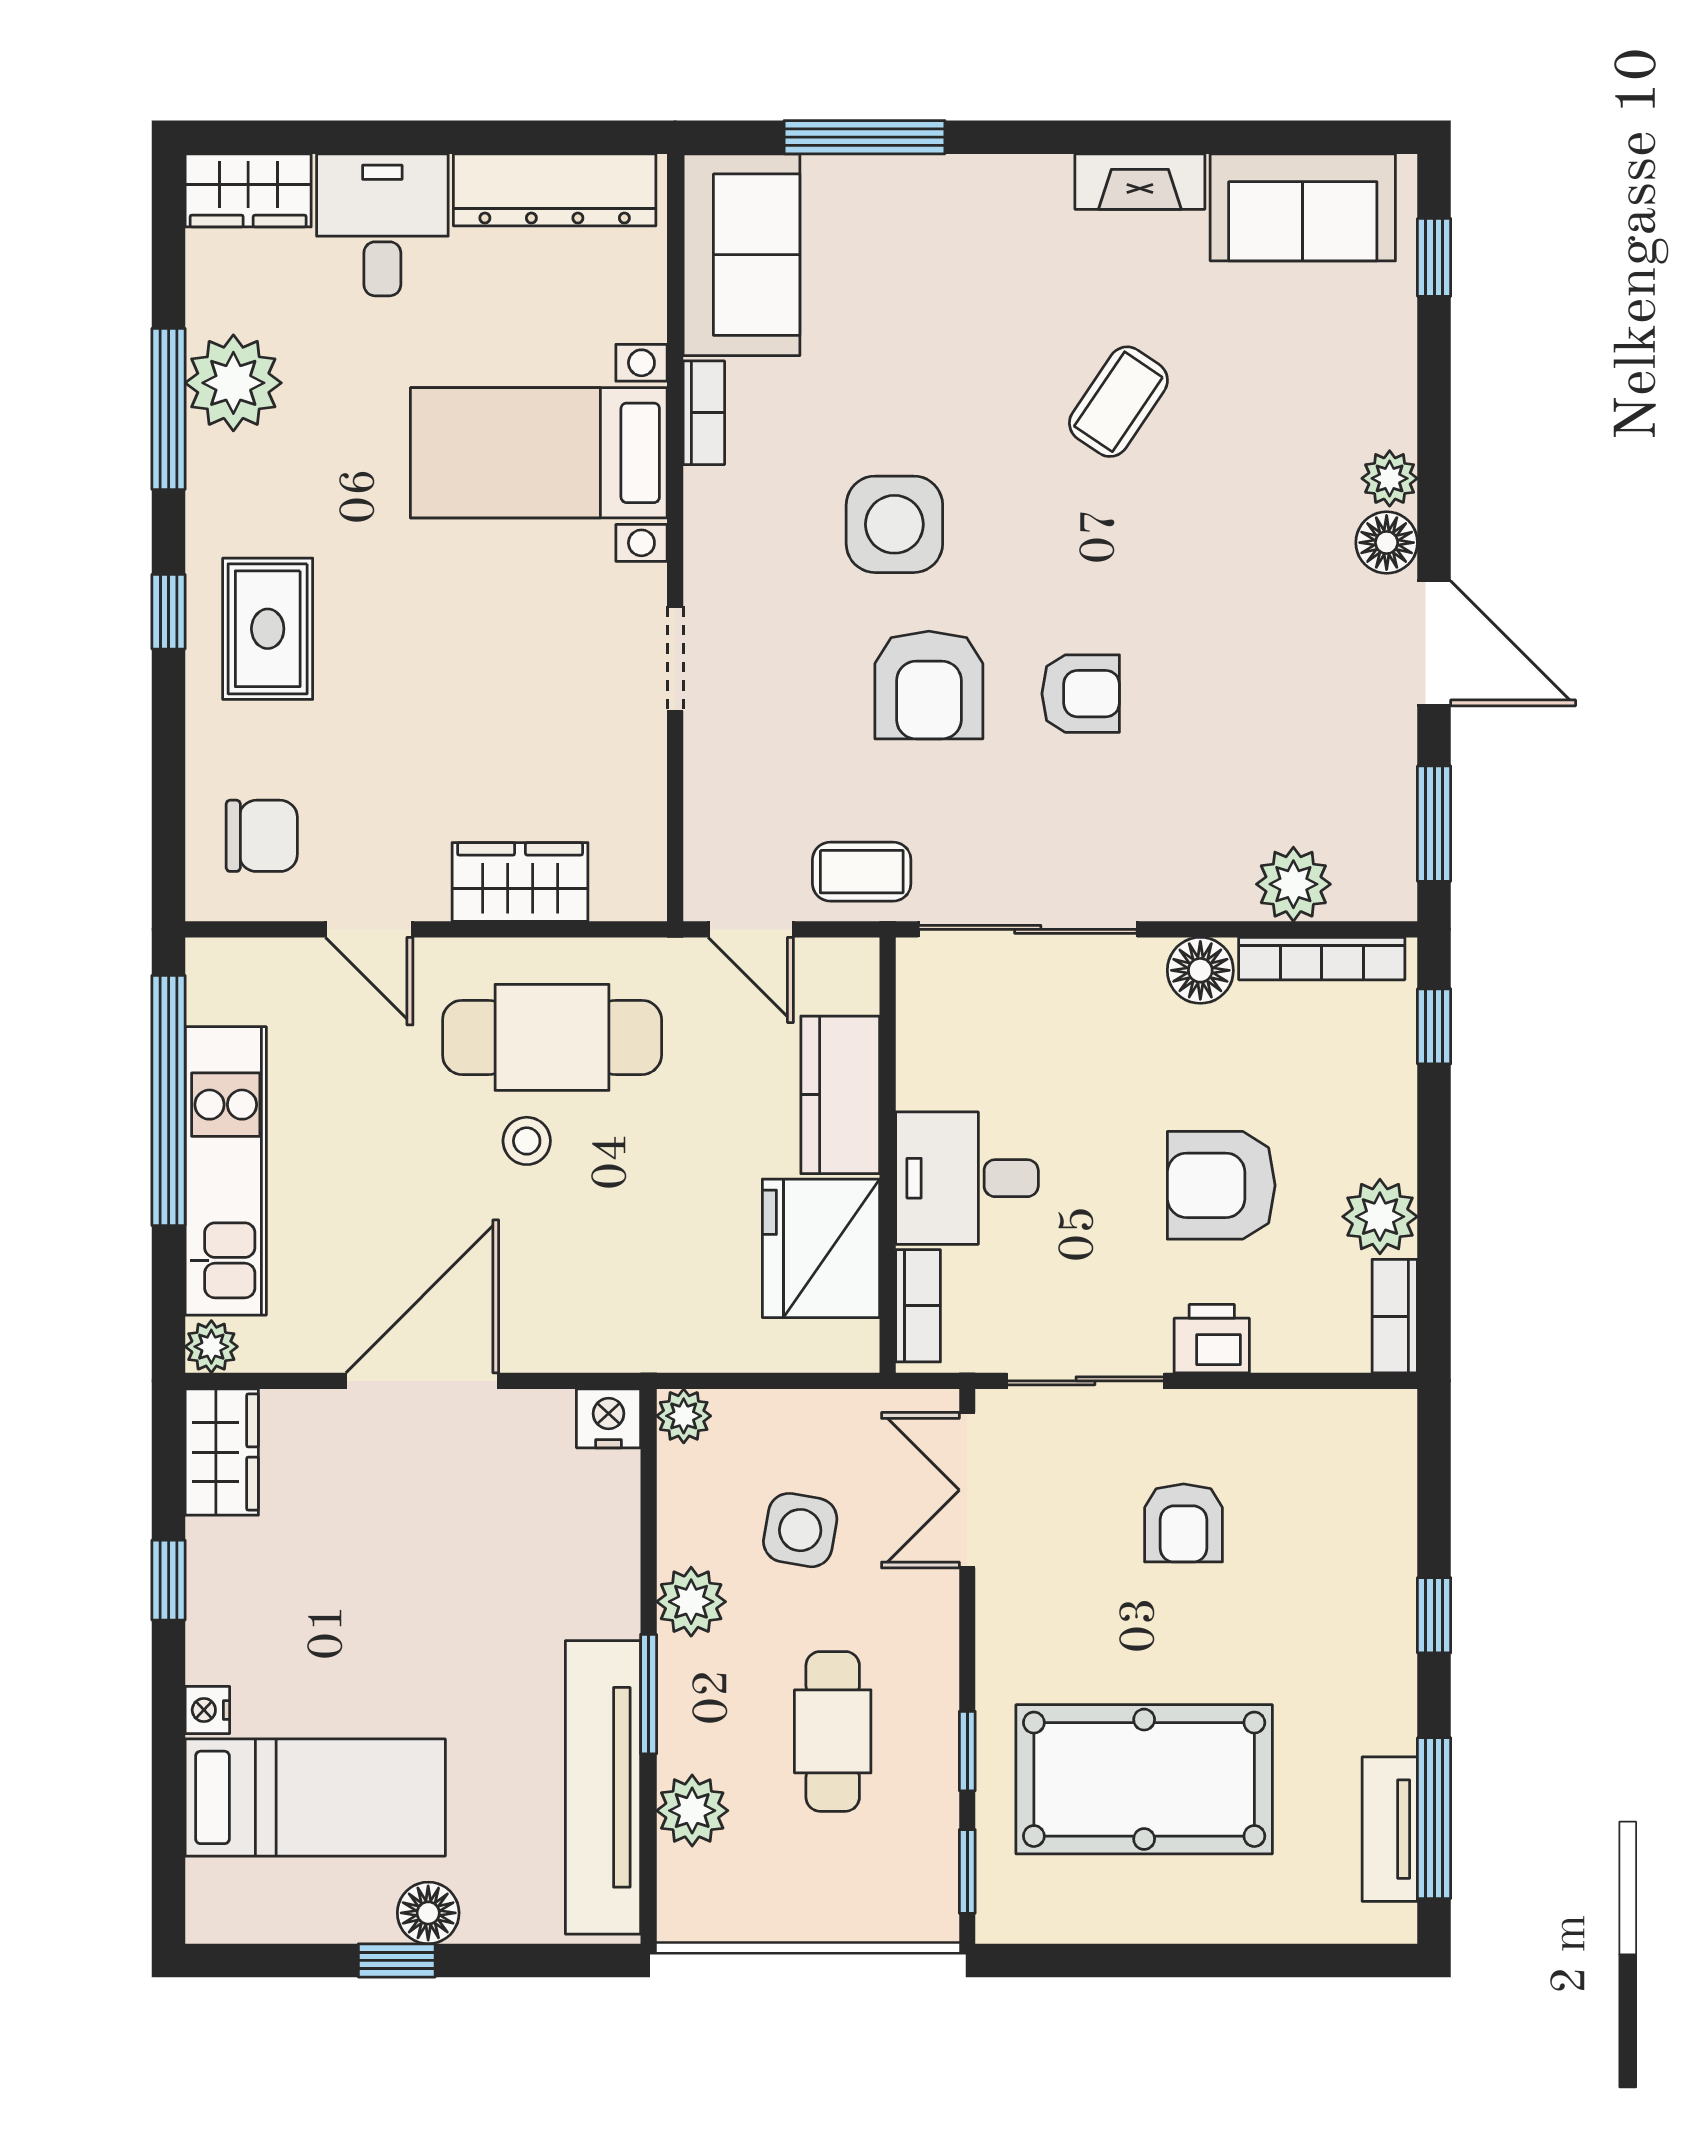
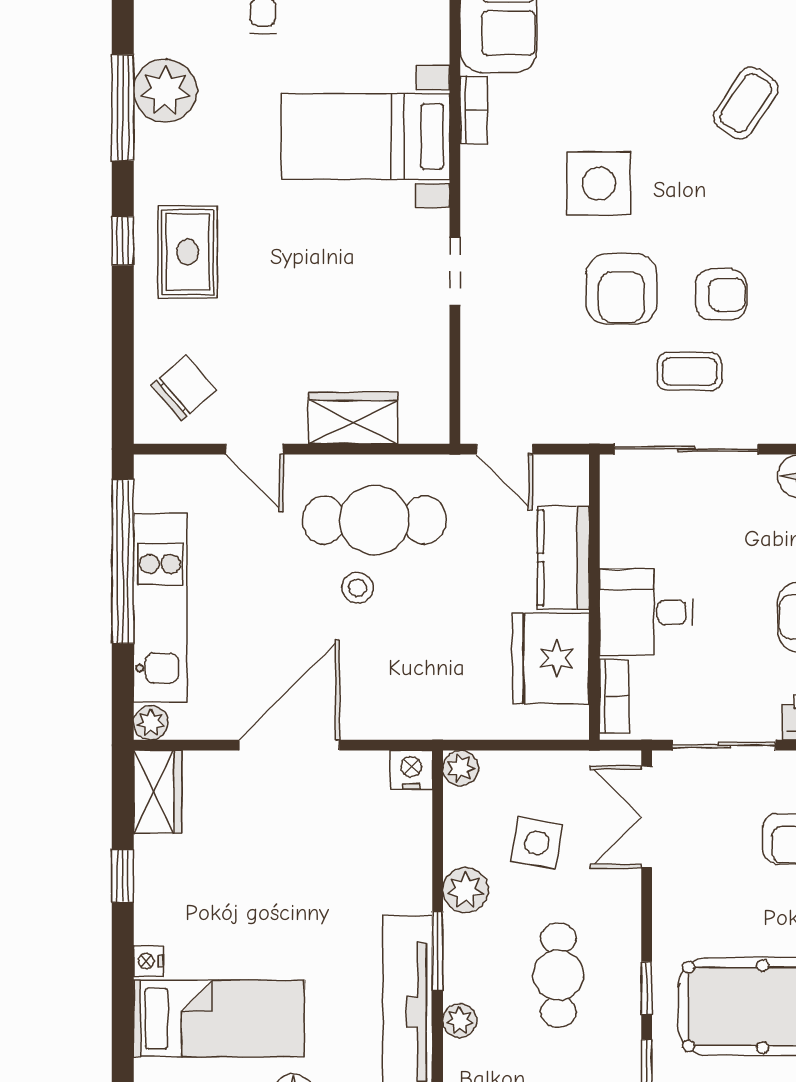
chair: (262, 836) -> (184, 388), turned -41
coffee table: (862, 872) -> (690, 371), moved
plant: (692, 1811) -> (460, 1021), width x0.73, depth x0.73

